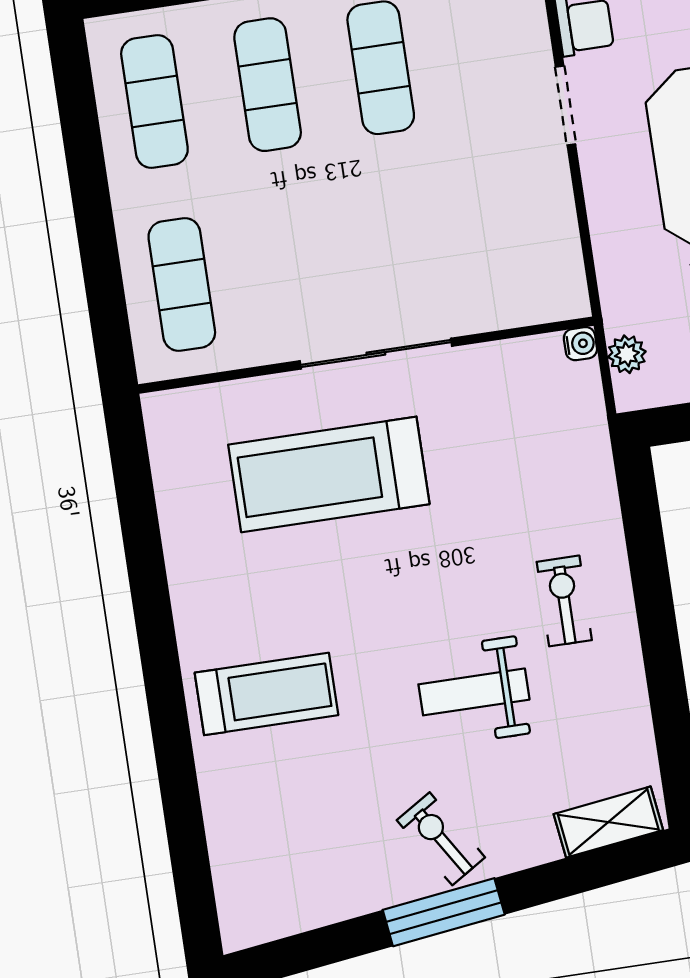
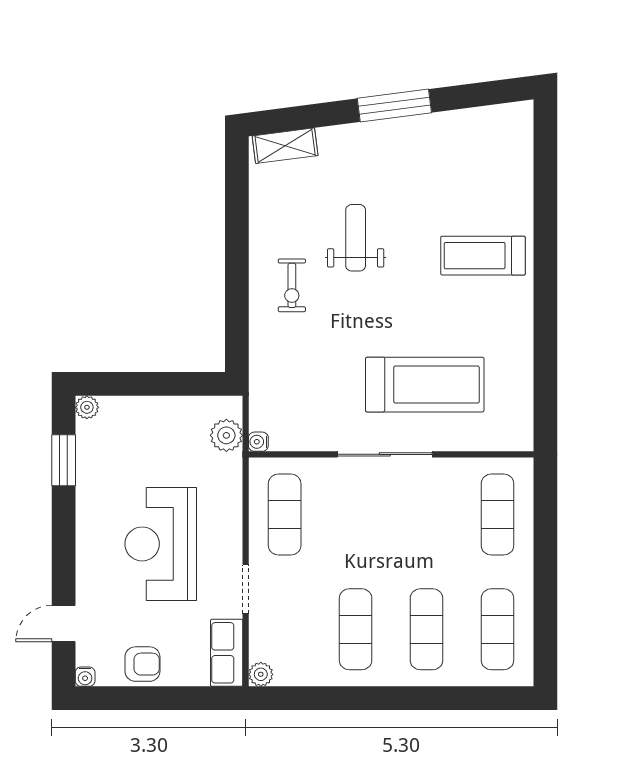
exercise mat: (521, 234) -> (285, 515), added
plant: (627, 354) -> (226, 435), width x1.38, depth x1.38
weight bench: (474, 692) -> (356, 238), turned -90
exercise bike: (441, 839) -> (389, 151), removed

